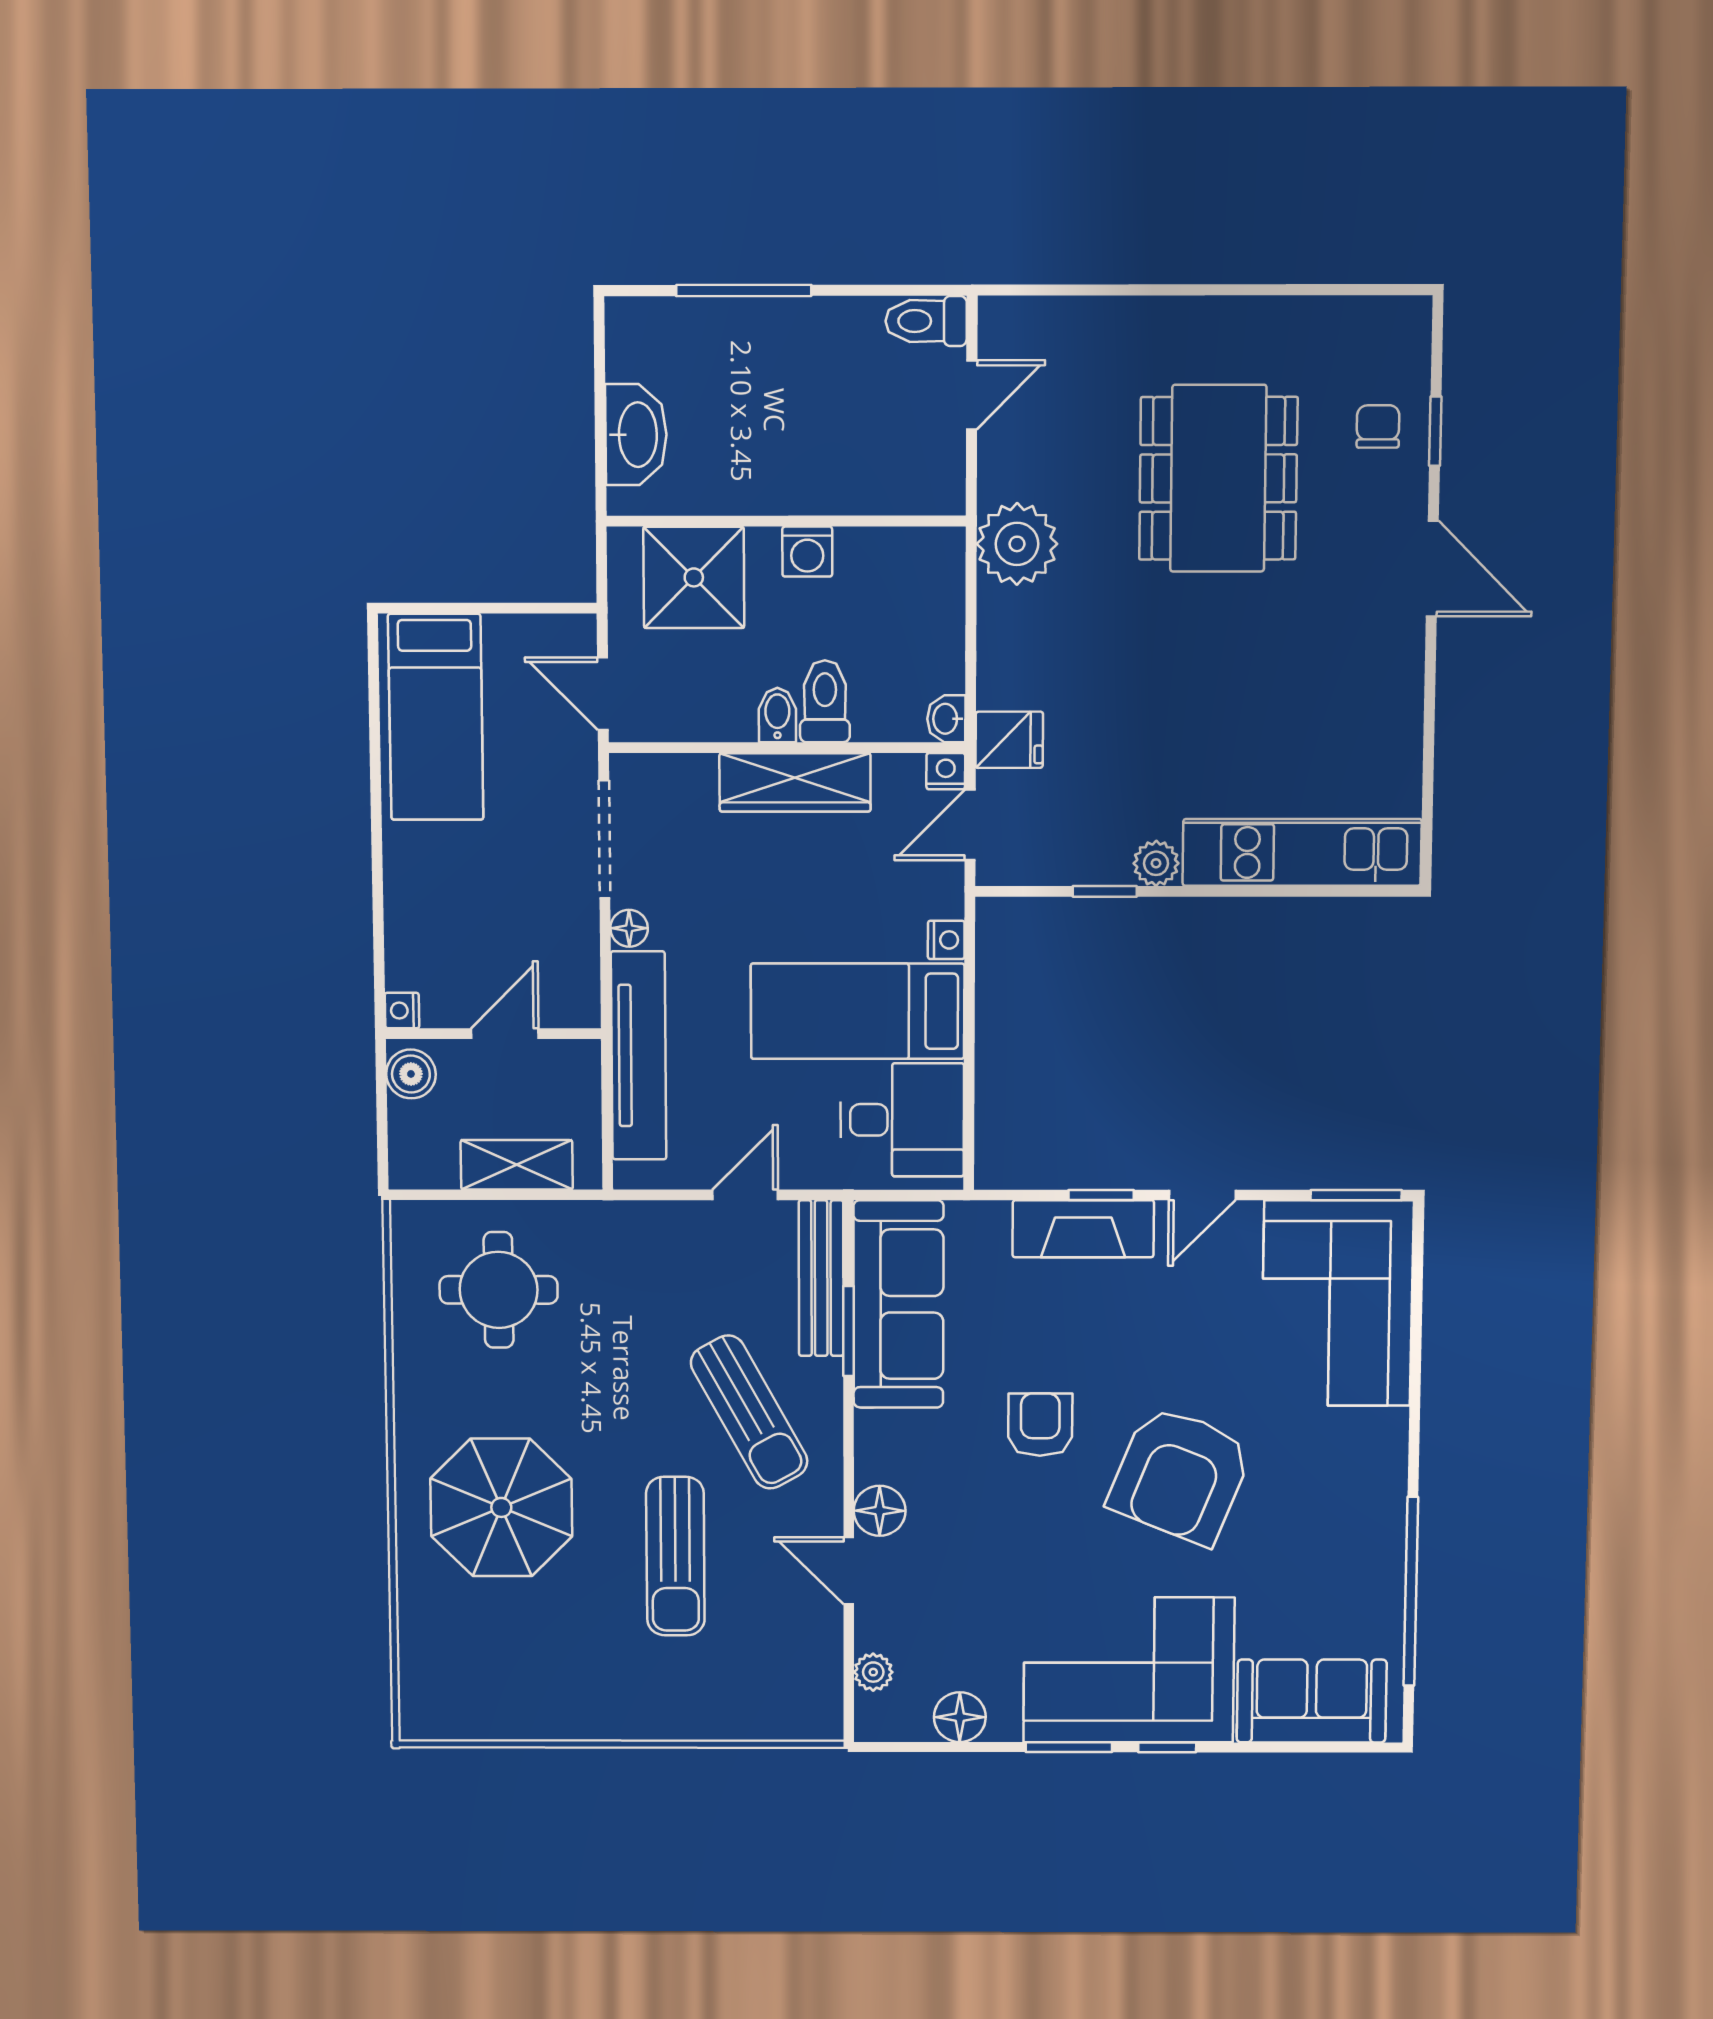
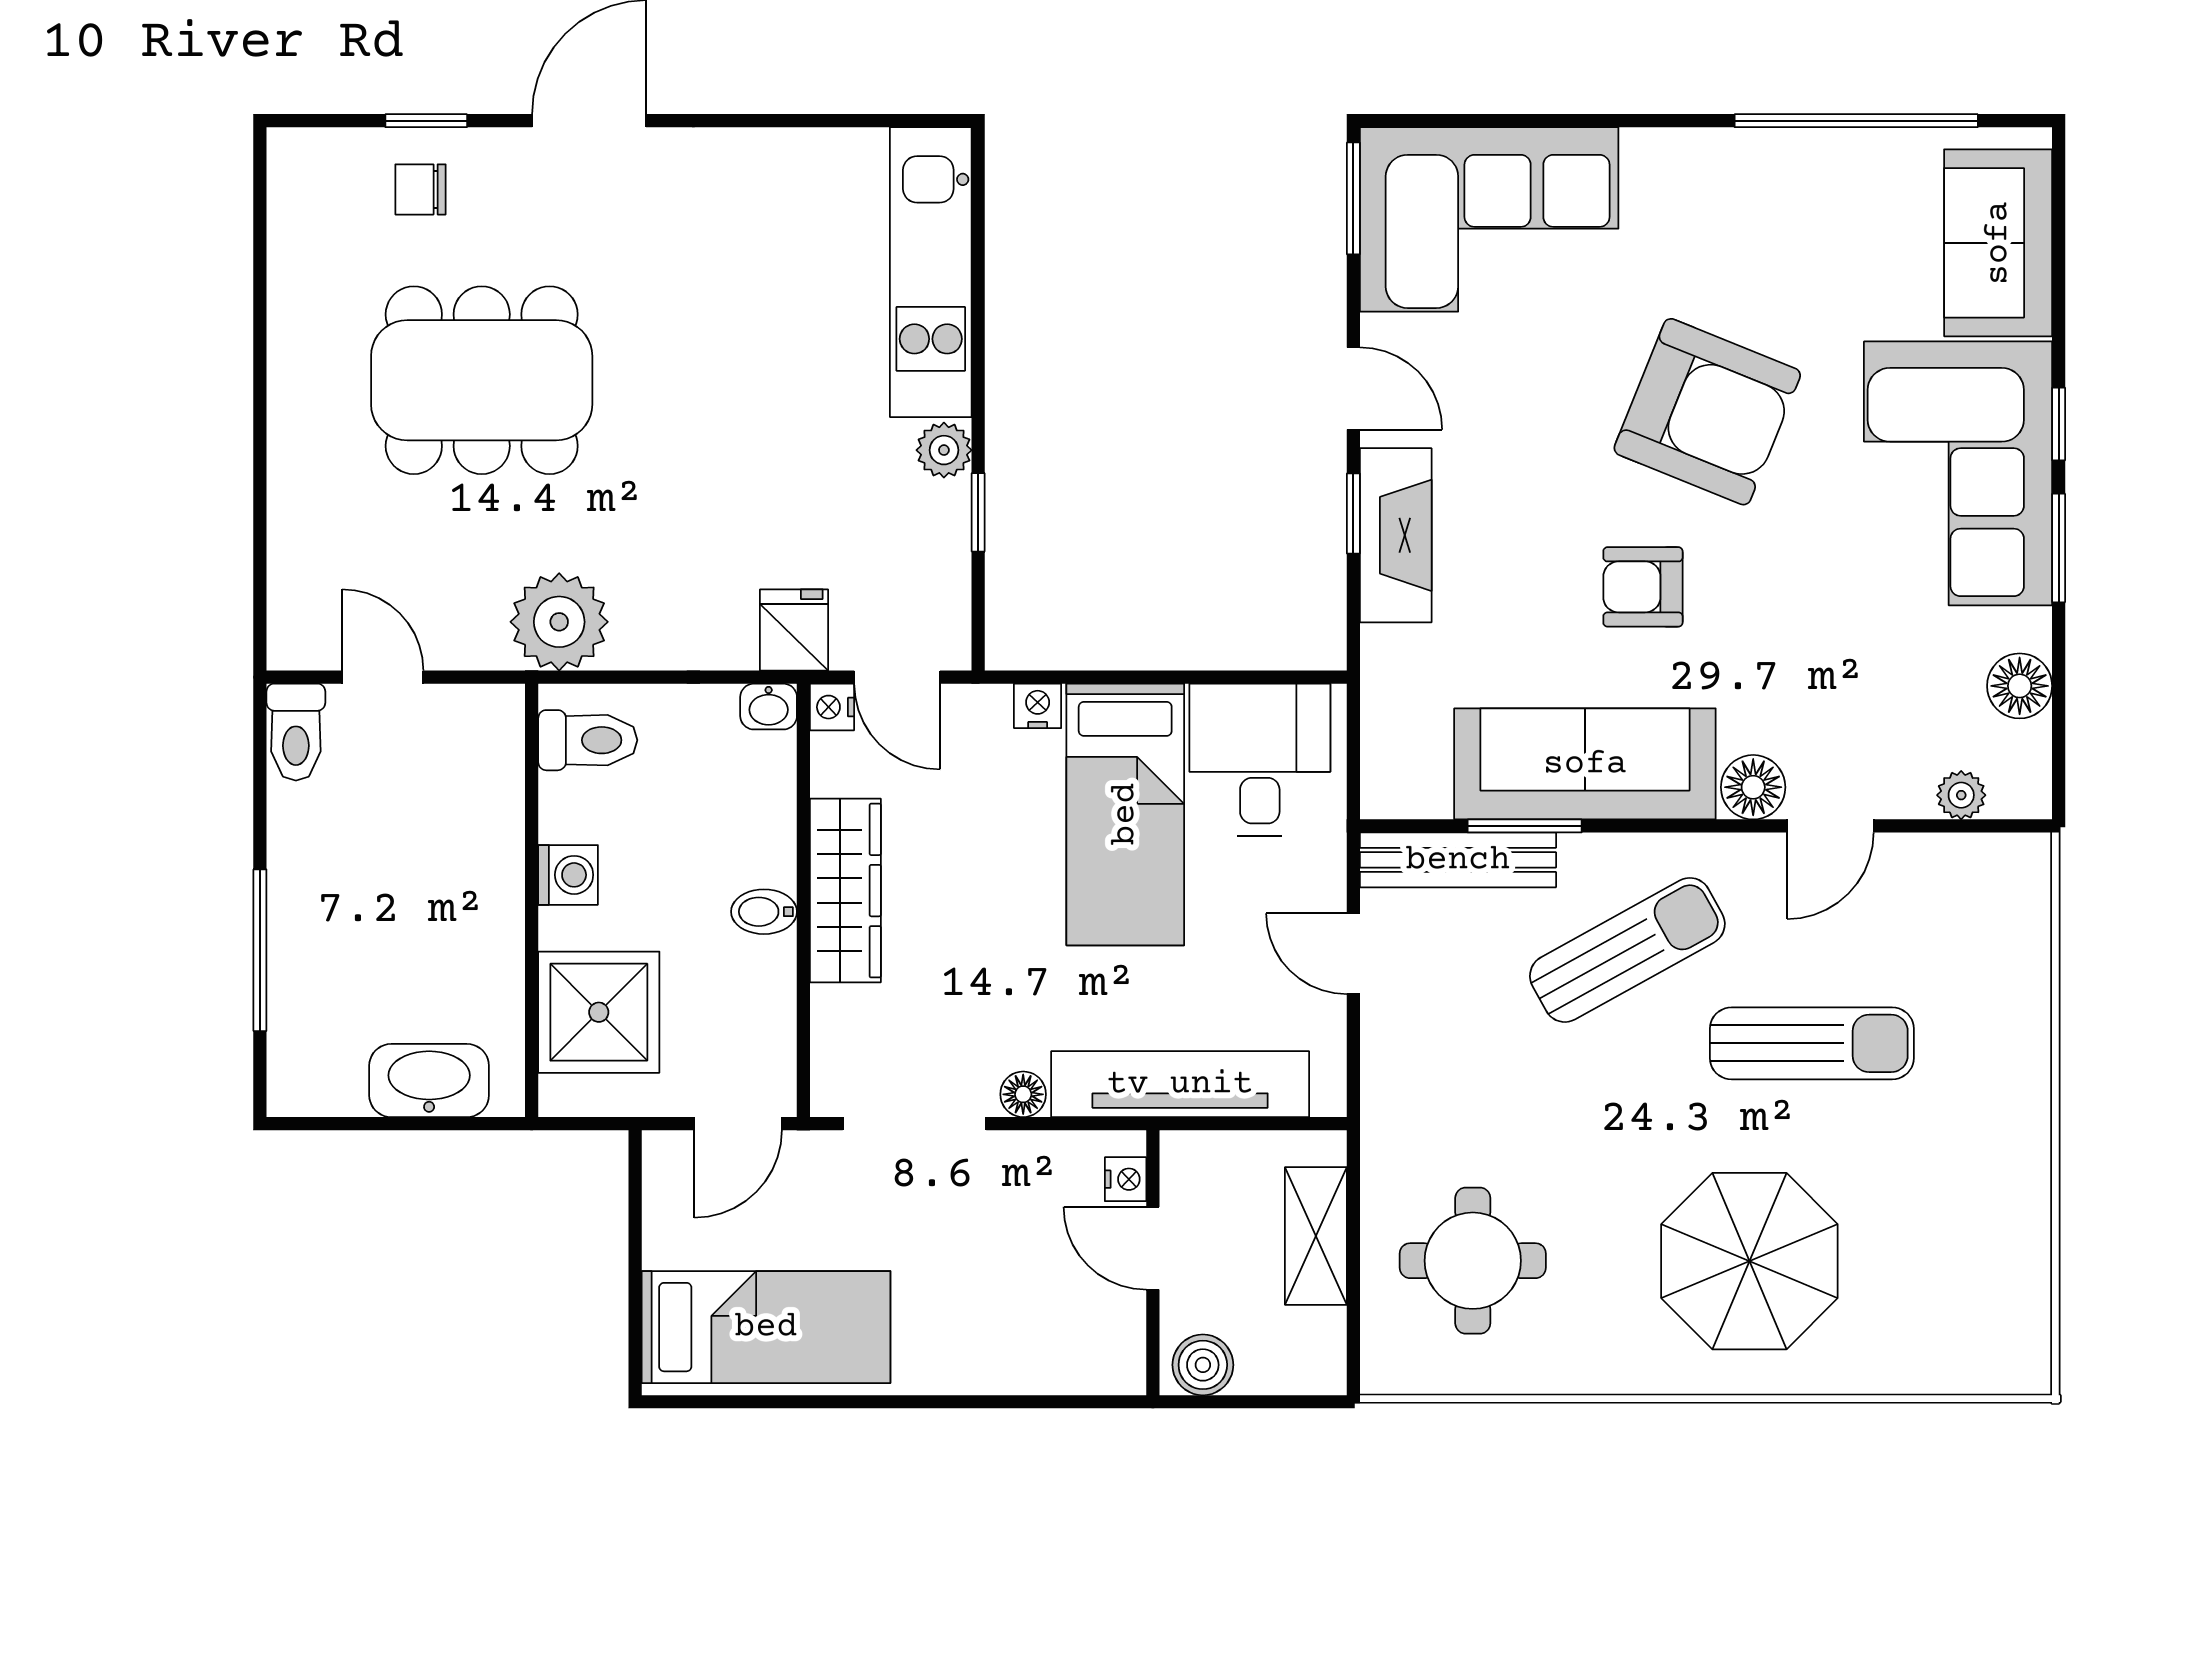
toilet: (825, 701) -> (588, 740), moved, turned 180
nightstand: (402, 1011) -> (1126, 1179), moved, turned -90
sofa: (898, 1304) -> (1585, 764), moved

